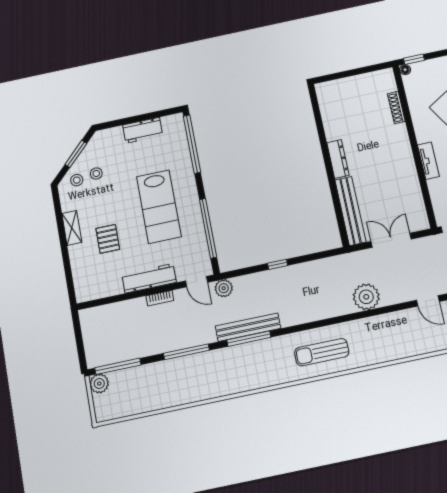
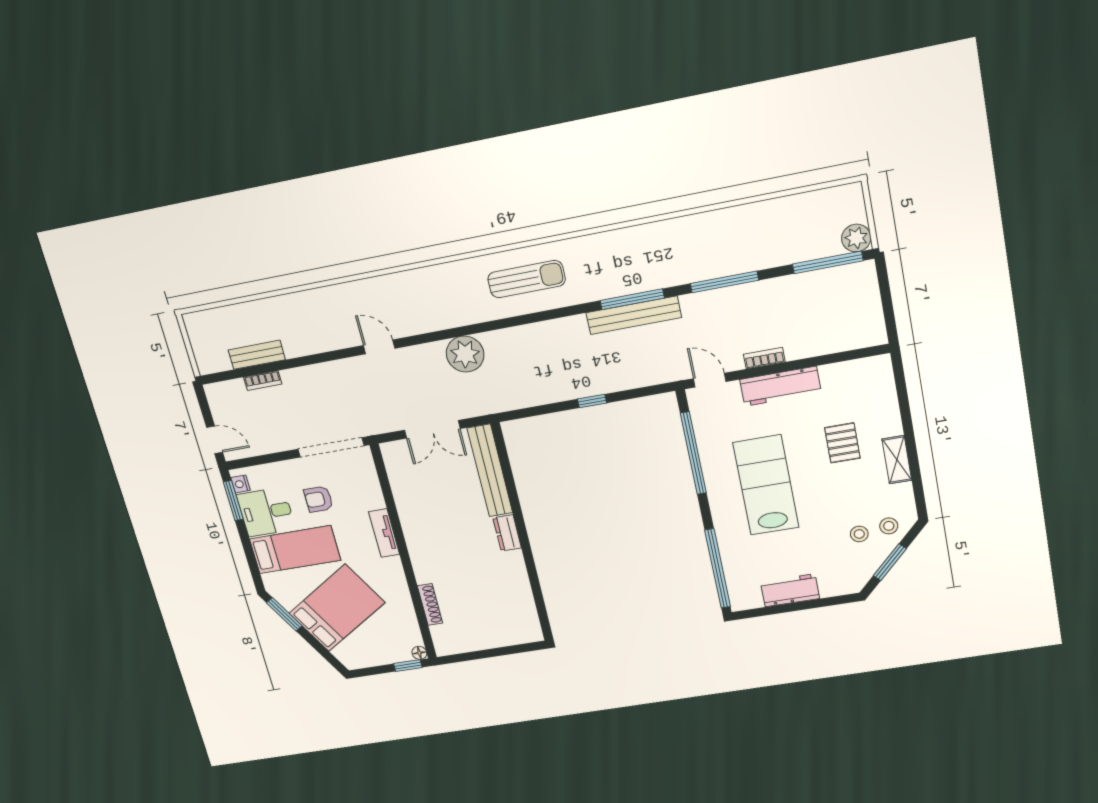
dresser: (338, 159) -> (507, 533), width x0.70
plant: (224, 288) -> (670, 370), removed

